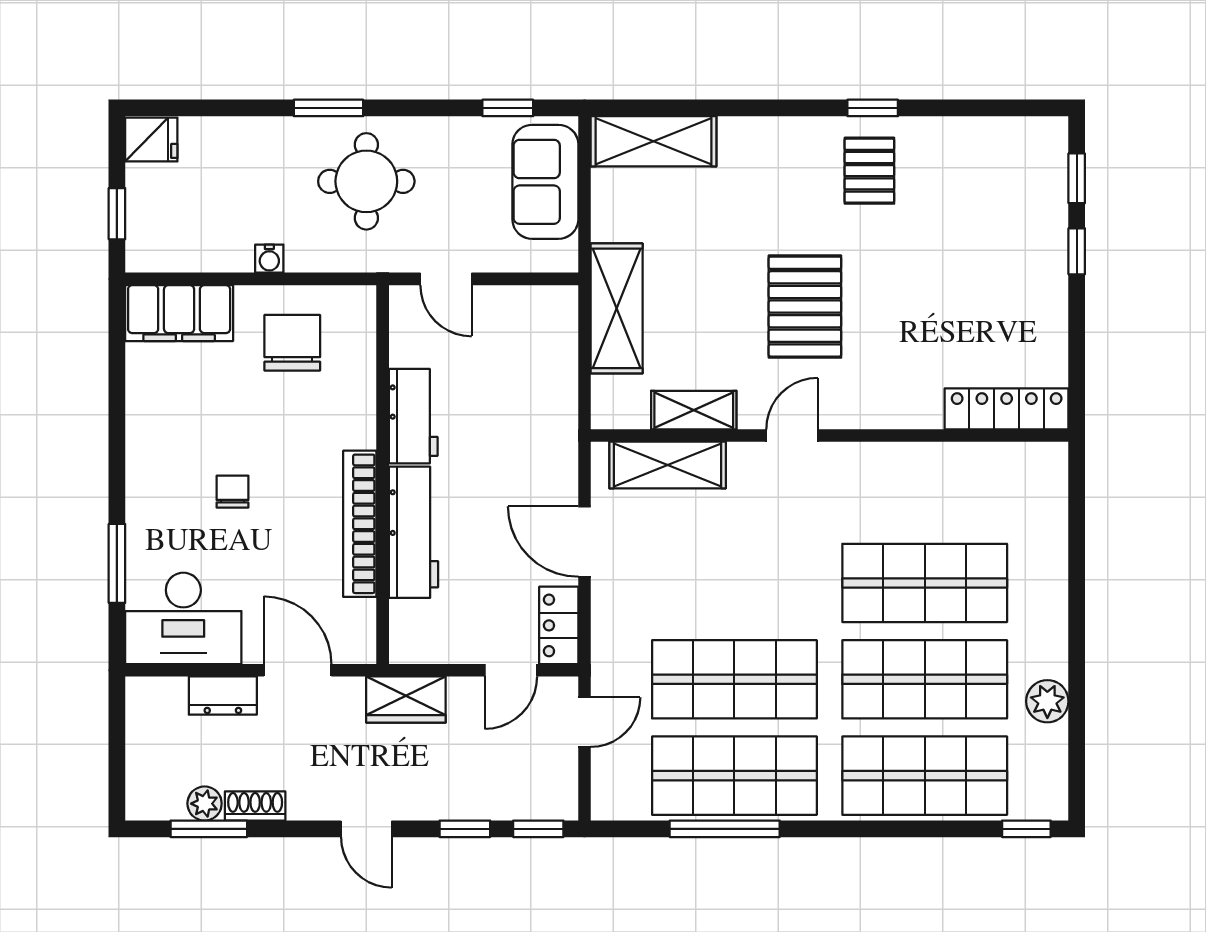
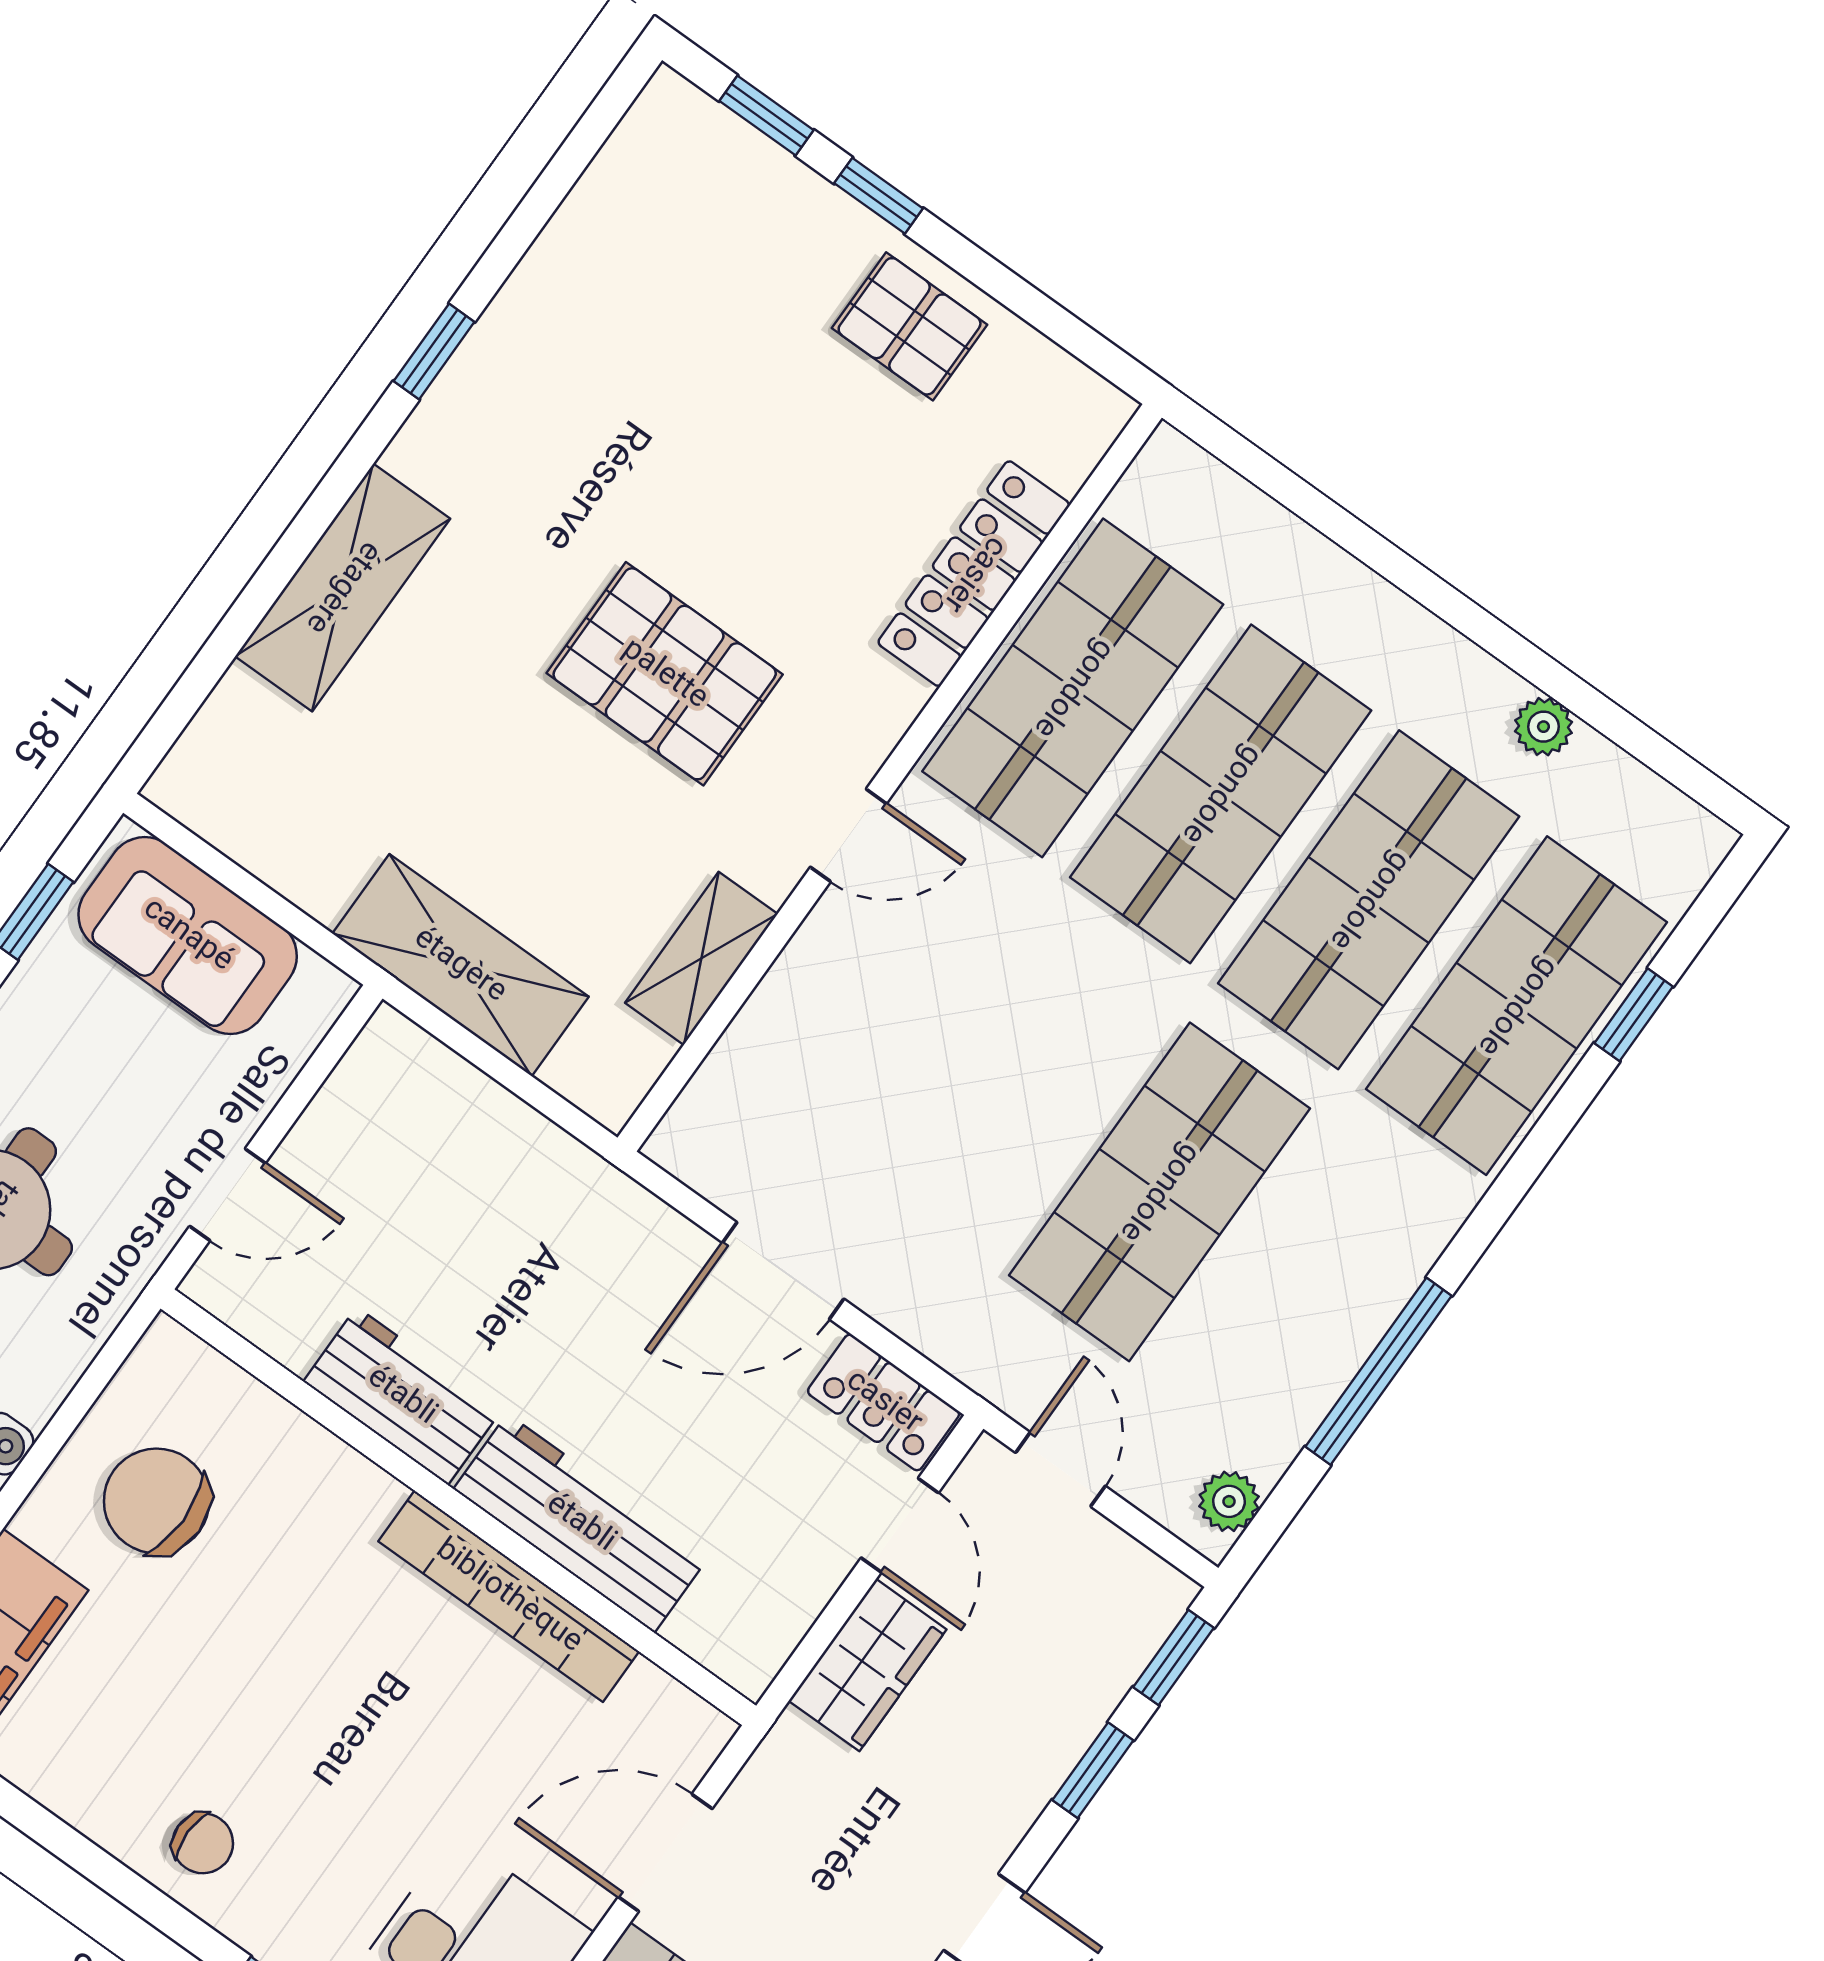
shelving: (653, 141) -> (343, 587), moved
pallet: (869, 171) -> (910, 326), moved
locker: (1007, 409) -> (974, 574), moved
door: (792, 435) -> (848, 835), swing flipped
shelving: (668, 465) -> (757, 1059), removed
chair: (232, 492) -> (203, 1843), moved, turned 180
wardrobe: (406, 699) -> (868, 1665), moved
plant: (1047, 701) -> (1543, 727), width x0.73, depth x0.73
shop shelf: (734, 776) -> (1073, 688), moved
plant: (623, 805) -> (1229, 1501), added
window: (1026, 829) -> (1634, 1015), moved

